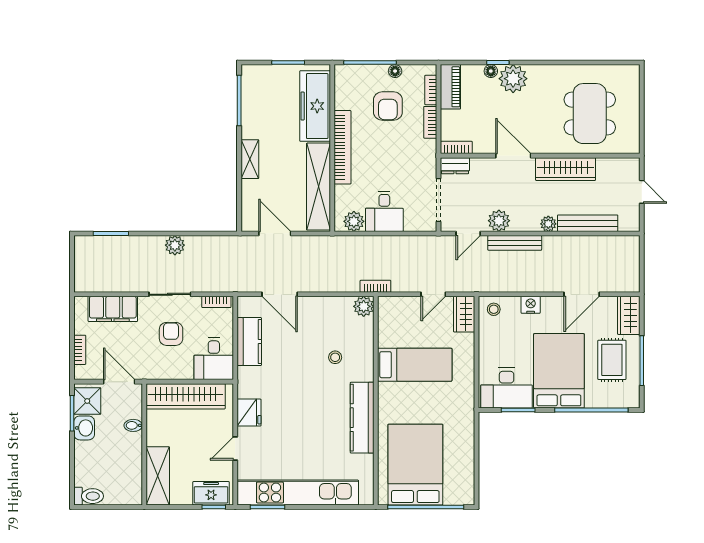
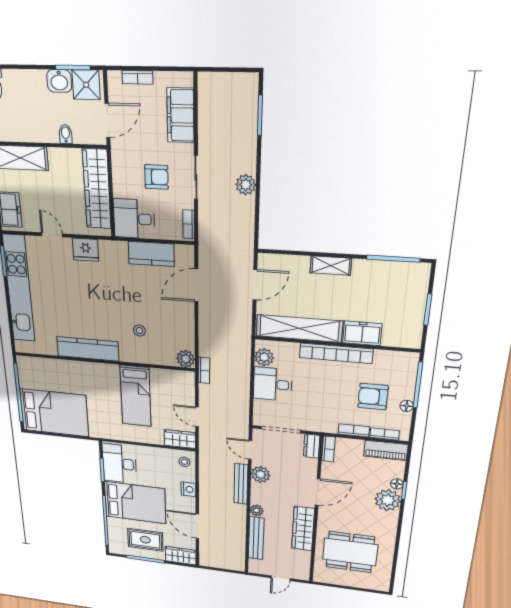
freezer: (315, 106) -> (362, 333), width x0.52, depth x0.79
bed: (415, 465) -> (54, 413), moved

